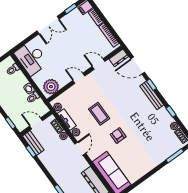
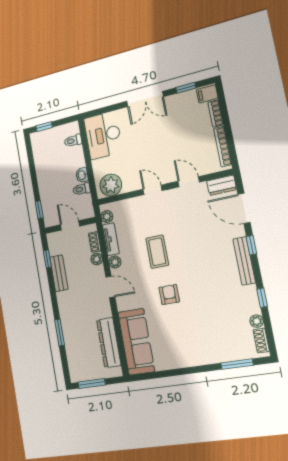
bench: (33, 143) -> (59, 273), moved
door: (80, 149) -> (110, 287), hinge flipped

